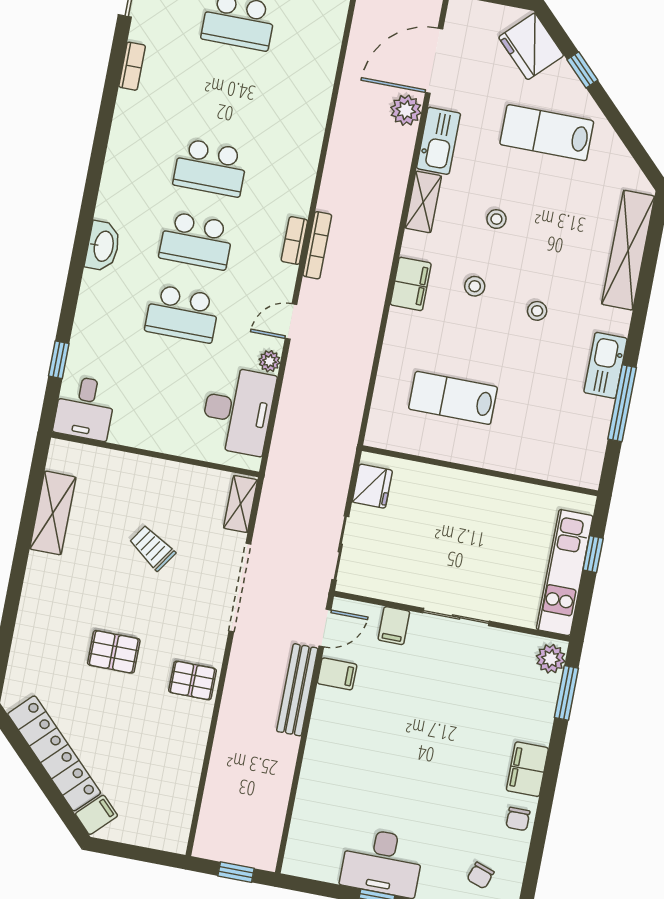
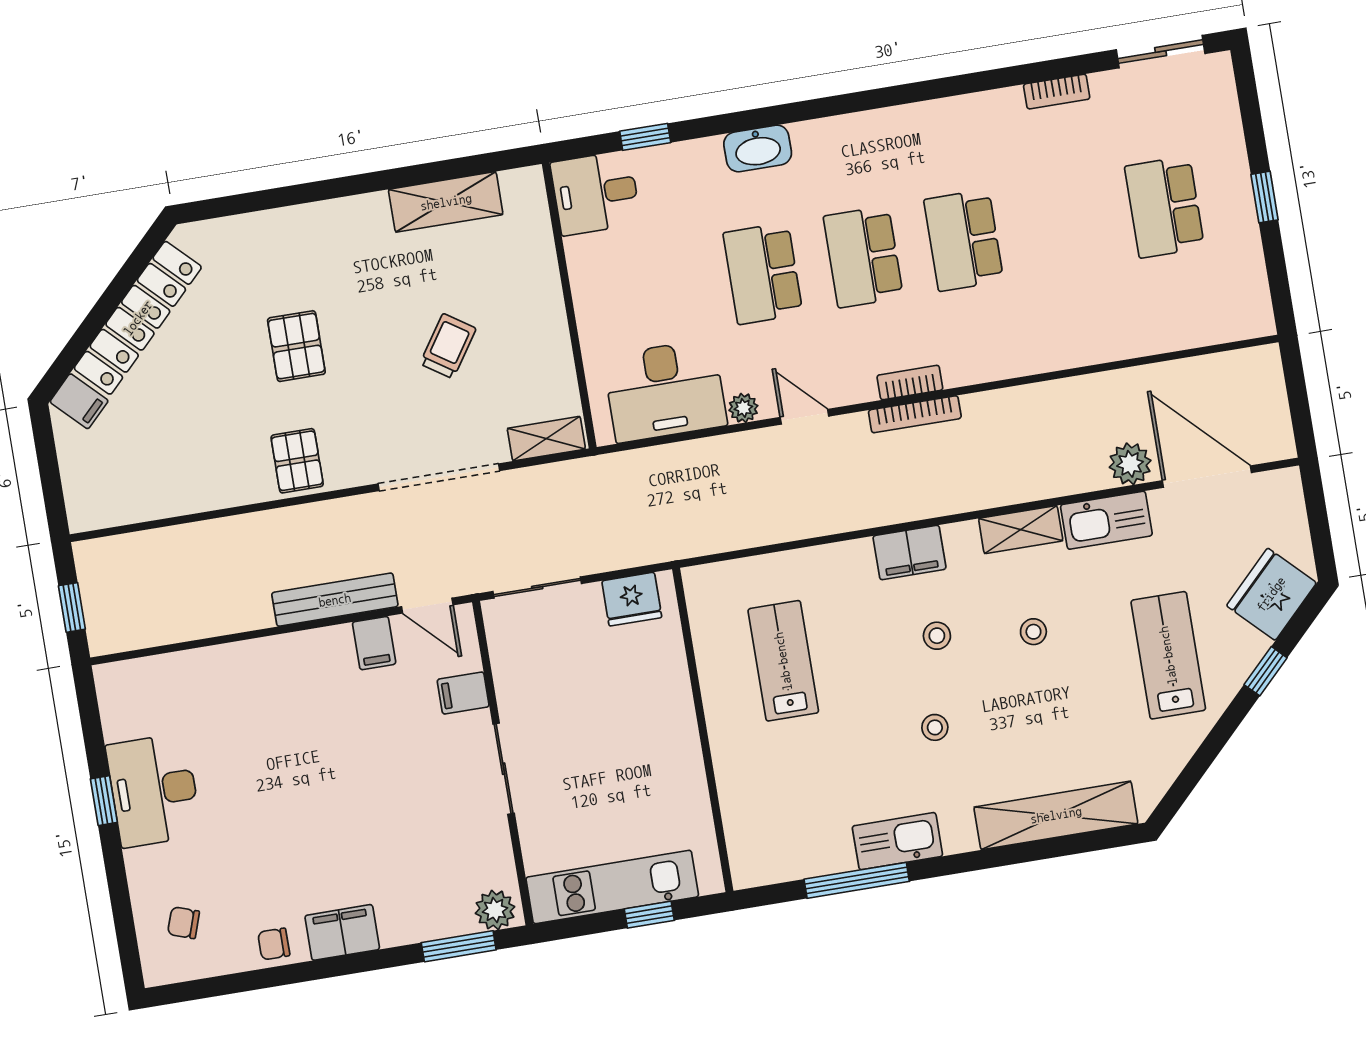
washbasin: (103, 246) -> (758, 148), moved

